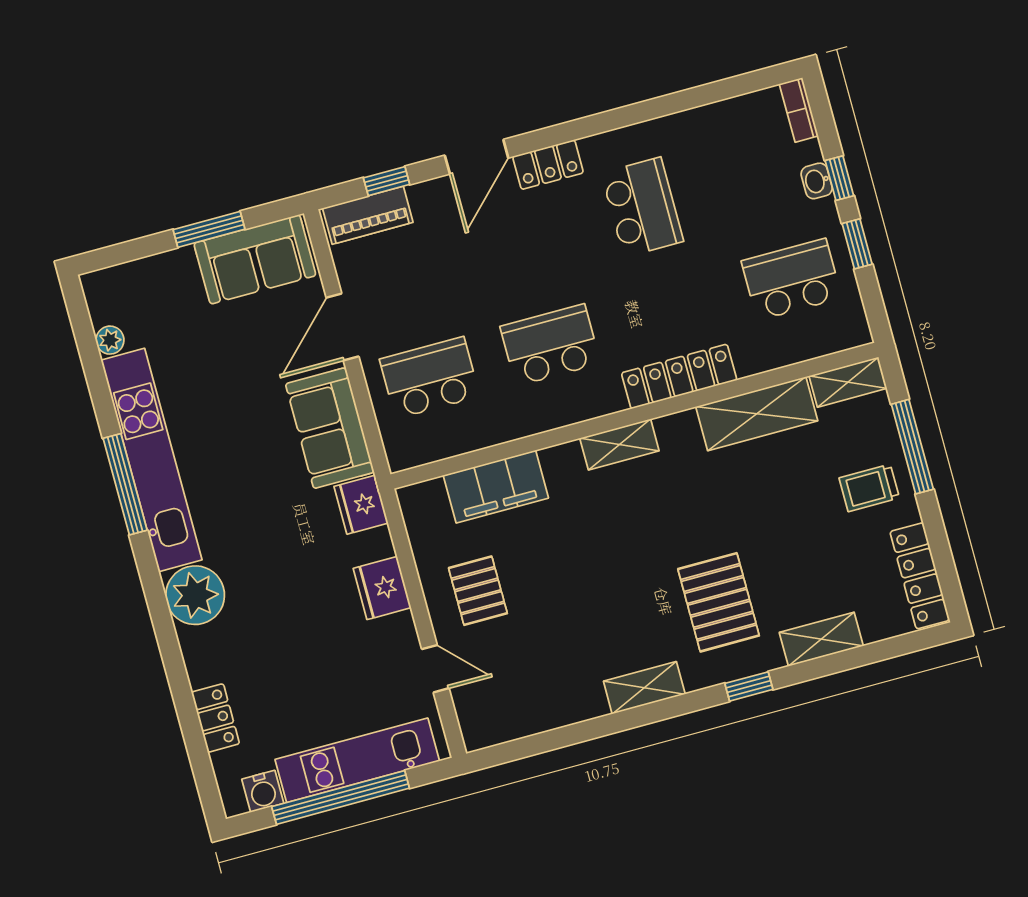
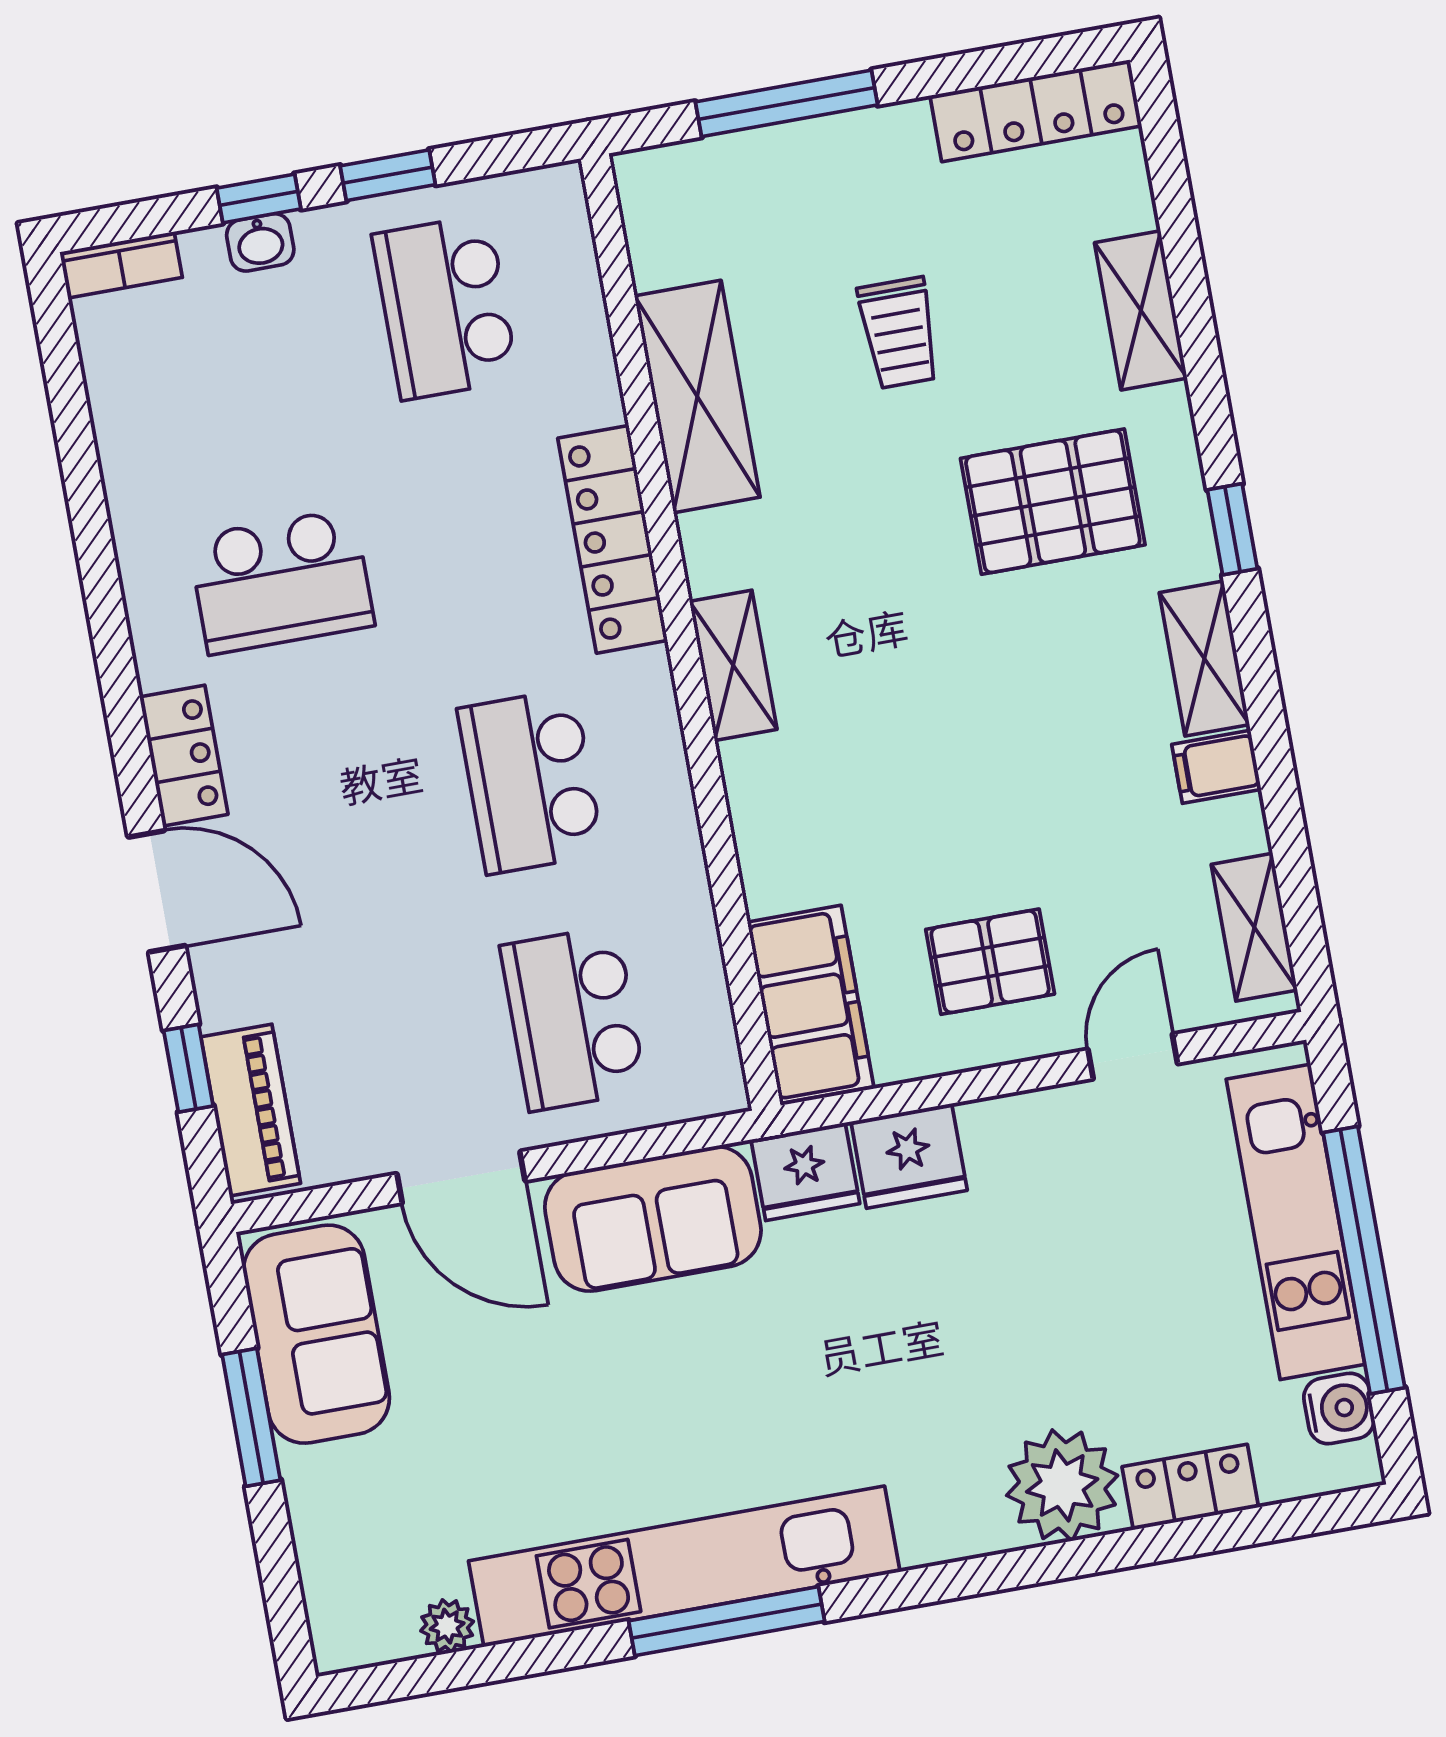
school desk: (642, 207) -> (281, 581), turned 180
shelving: (848, 382) -> (1254, 927), moved
filing cabinet: (496, 487) -> (810, 1005), moved
trolley: (869, 488) -> (899, 333), moved
fridge: (382, 588) -> (909, 1156), moved
plant: (195, 595) -> (1062, 1485), moved
window: (749, 686) -> (1232, 529), moved
filing cabinet: (589, 699) -> (1216, 767), added

